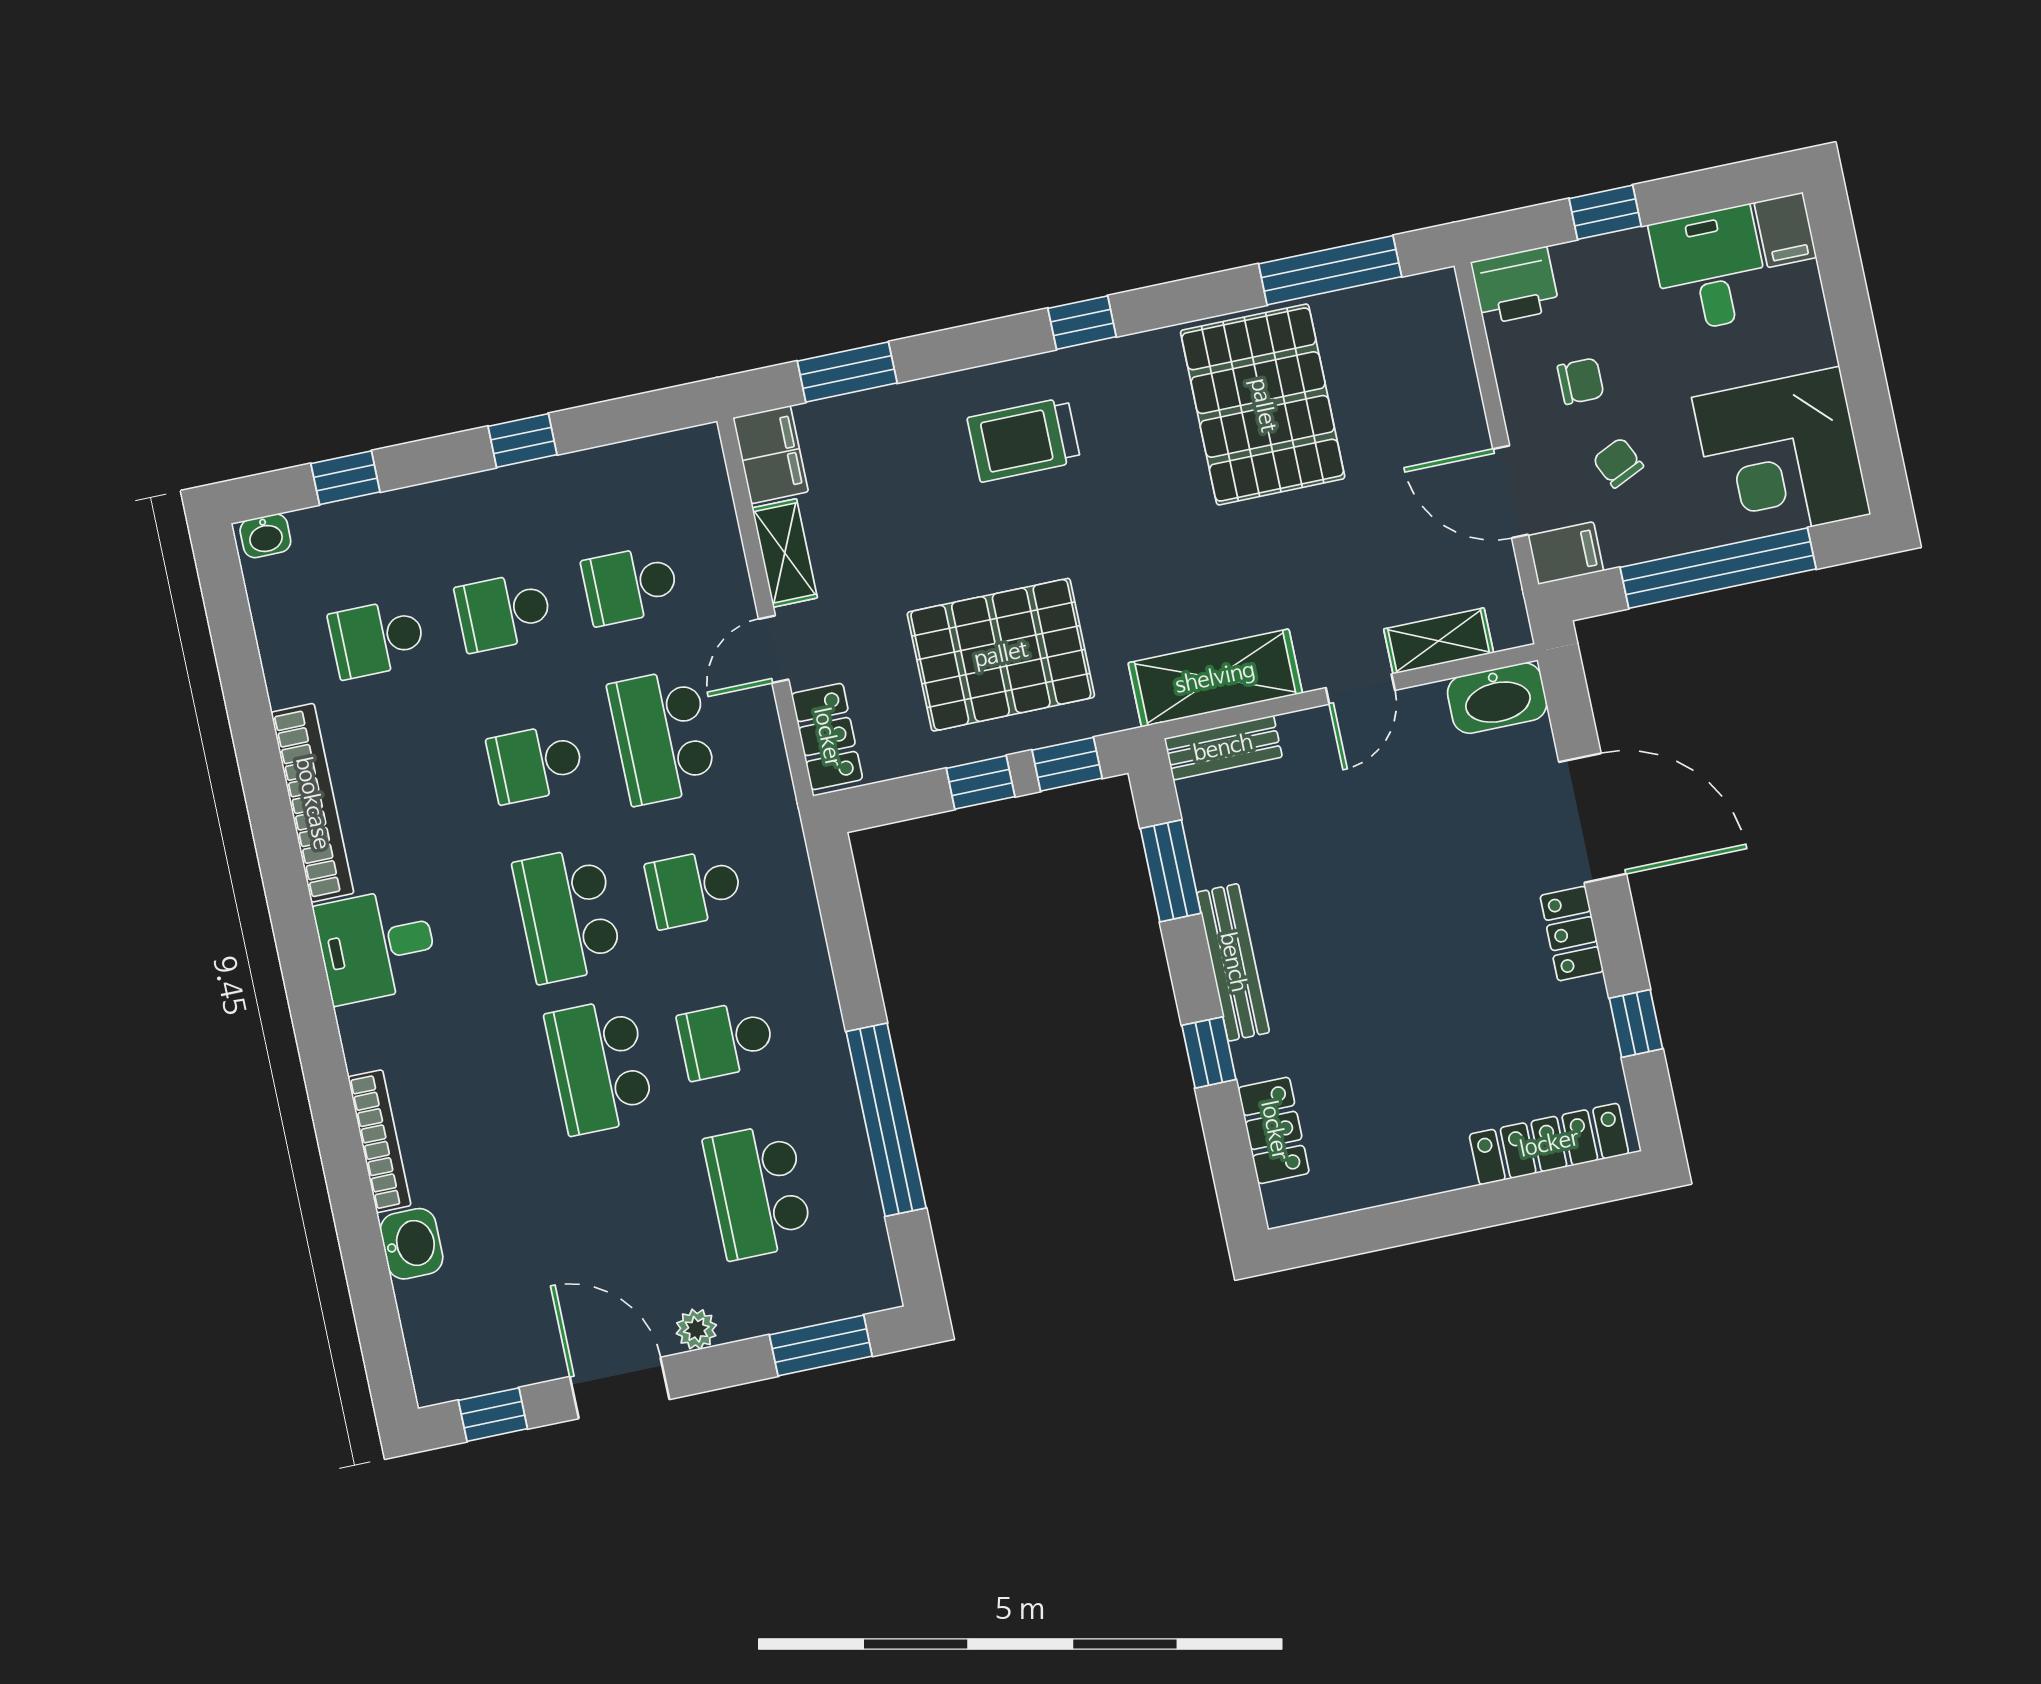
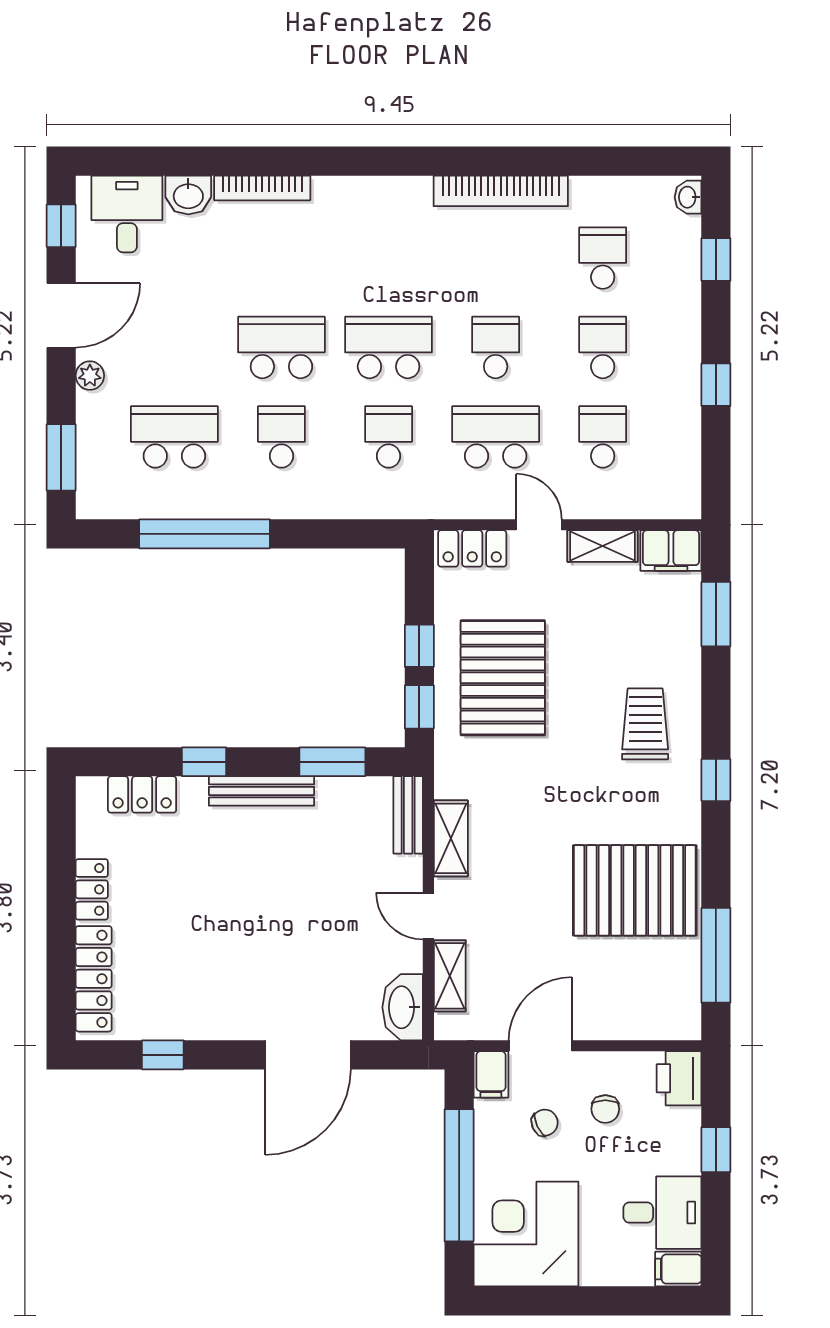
shelving: (1215, 678) -> (451, 838), width x0.67, depth x0.75
locker: (1572, 934) -> (92, 889), moved, turned 90
desk: (377, 945) -> (127, 214), moved

